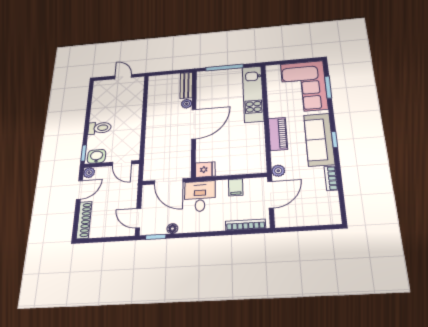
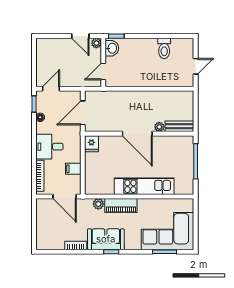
kitchen unit: (253, 94) -> (144, 186), moved
toilet: (100, 128) -> (164, 48), moved
sofa: (319, 139) -> (106, 239), width x0.73
plant: (278, 171) -> (98, 204), moved
desk: (200, 196) -> (49, 147), moved, turned 180
shoe rack: (84, 220) -> (52, 43), removed

